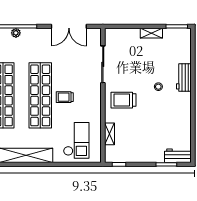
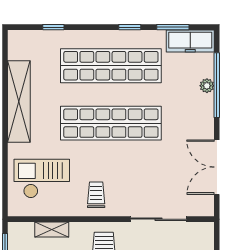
trolley: (65, 97) -> (96, 195), moved
checkout: (76, 140) -> (42, 179), turned 180

